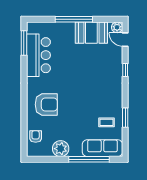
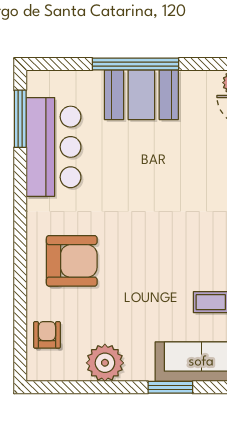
booth: (91, 33) -> (141, 95), moved
window: (89, 159) -> (170, 387), width x0.47

